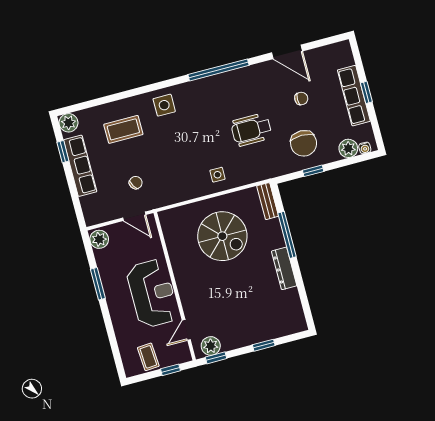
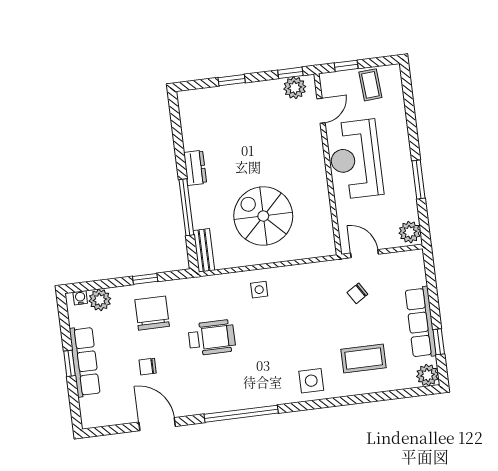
dresser: (284, 268) -> (195, 168), width x0.70

